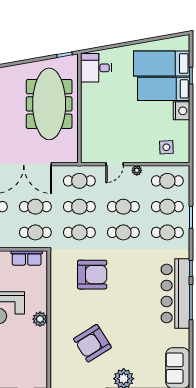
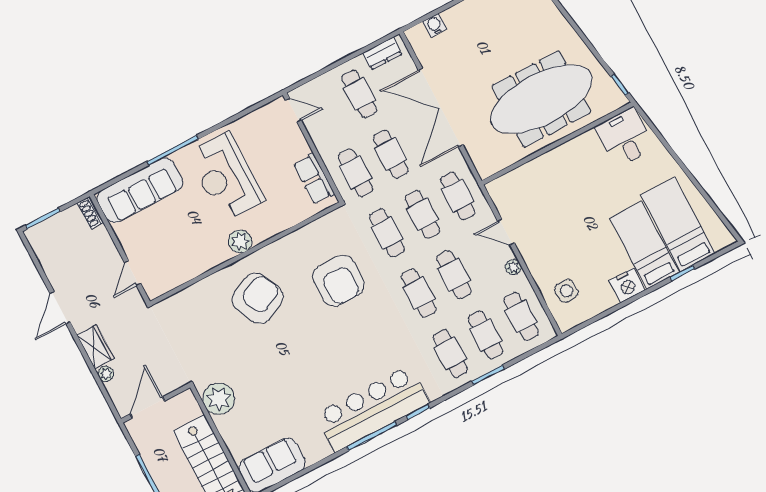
armchair: (92, 343) -> (258, 298), moved, turned 97

